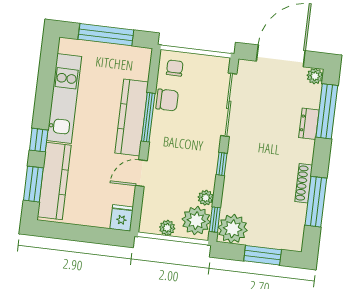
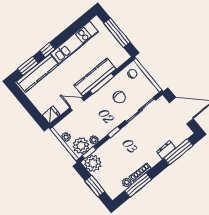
plant: (315, 76) -> (127, 182), moved
chair: (167, 100) -> (119, 97), moved

